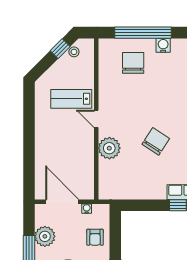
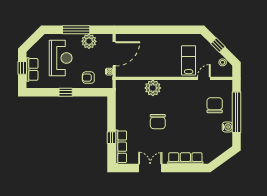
window: (60, 49) -> (218, 45), moved
chair: (133, 63) -> (215, 105), turned -90
door: (96, 119) -> (204, 78), moved
chair: (156, 141) -> (158, 122), turned 57

